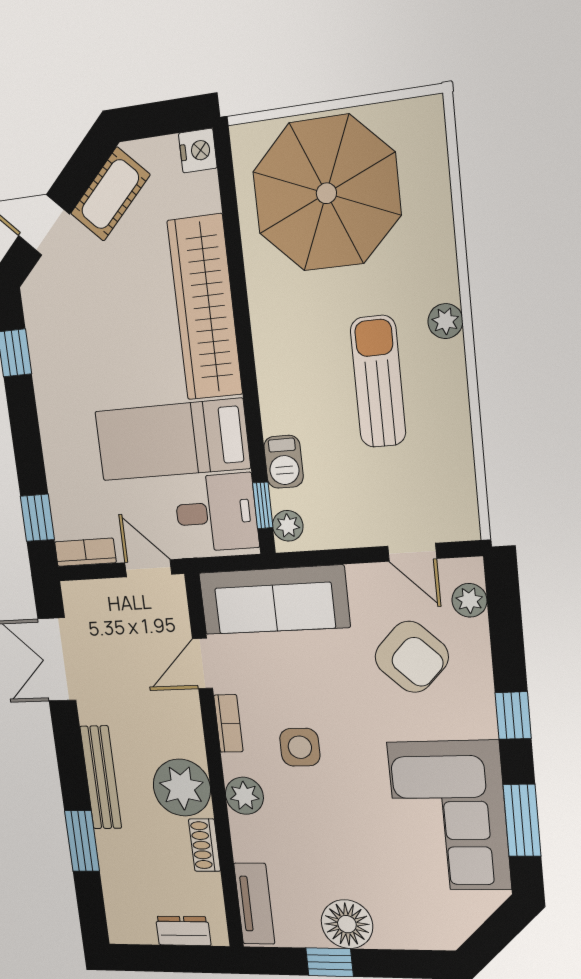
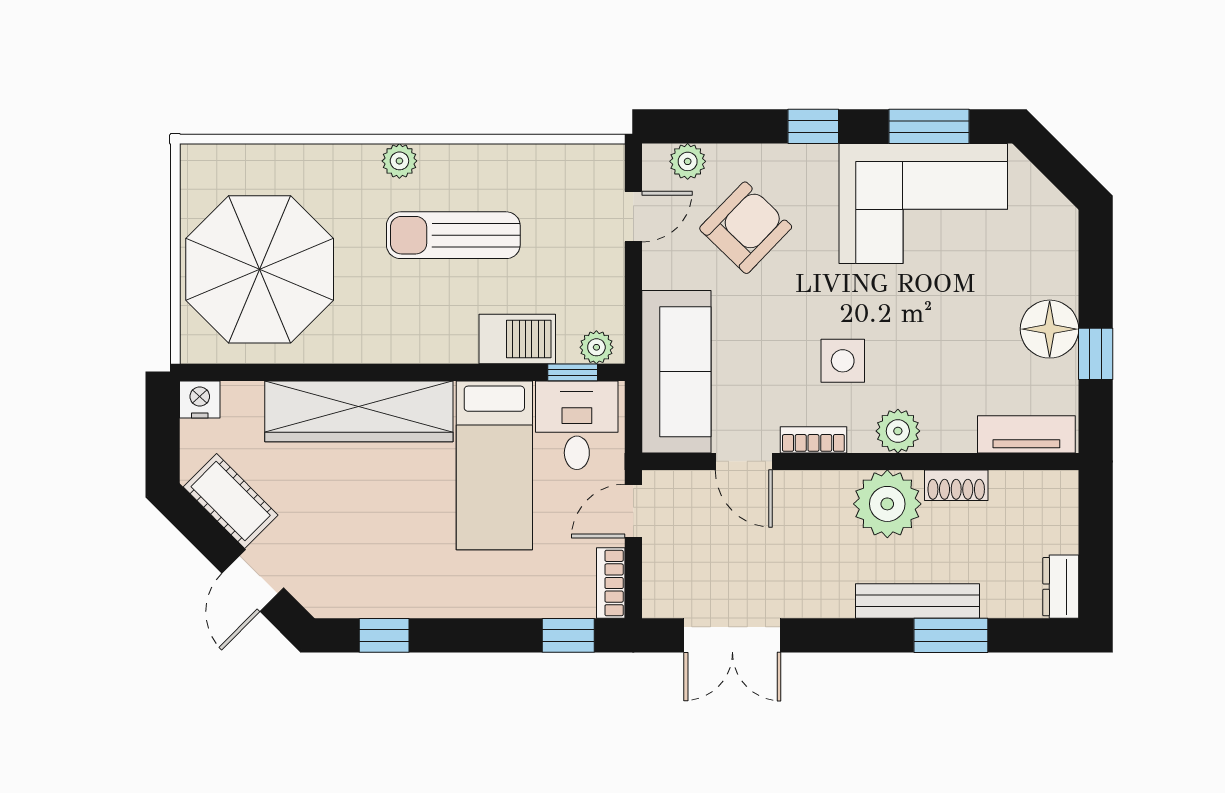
barbecue: (284, 462) -> (517, 339), width x1.38, depth x1.27
bench: (101, 777) -> (917, 601), moved
dresser: (183, 931) -> (1061, 587), moved

